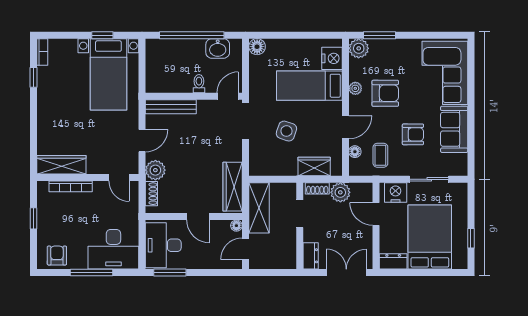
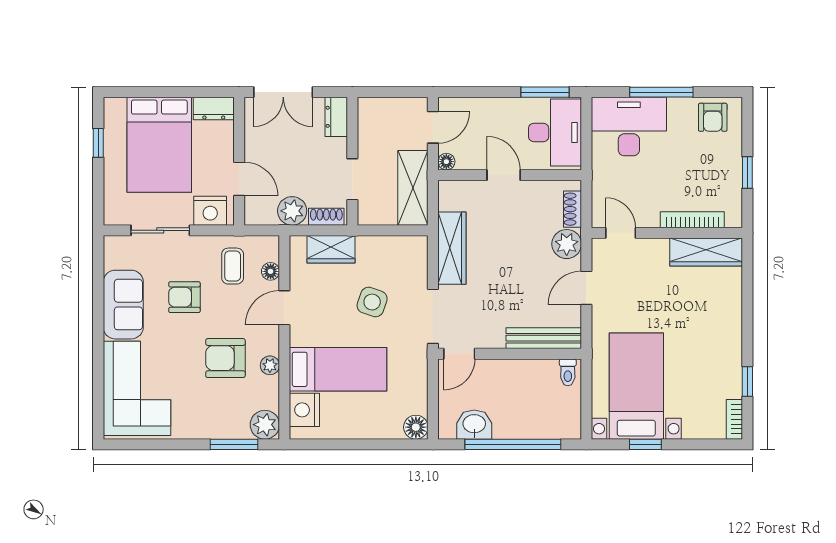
toilet: (199, 84) -> (568, 372), moved
wardrobe: (233, 187) -> (452, 248), moved

